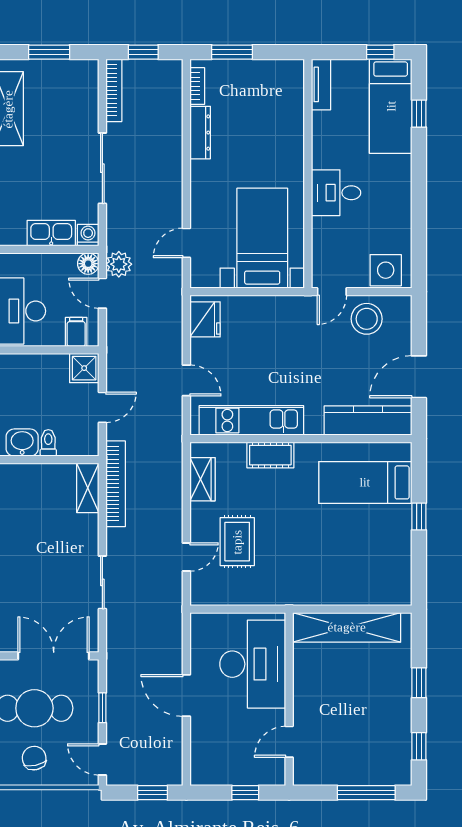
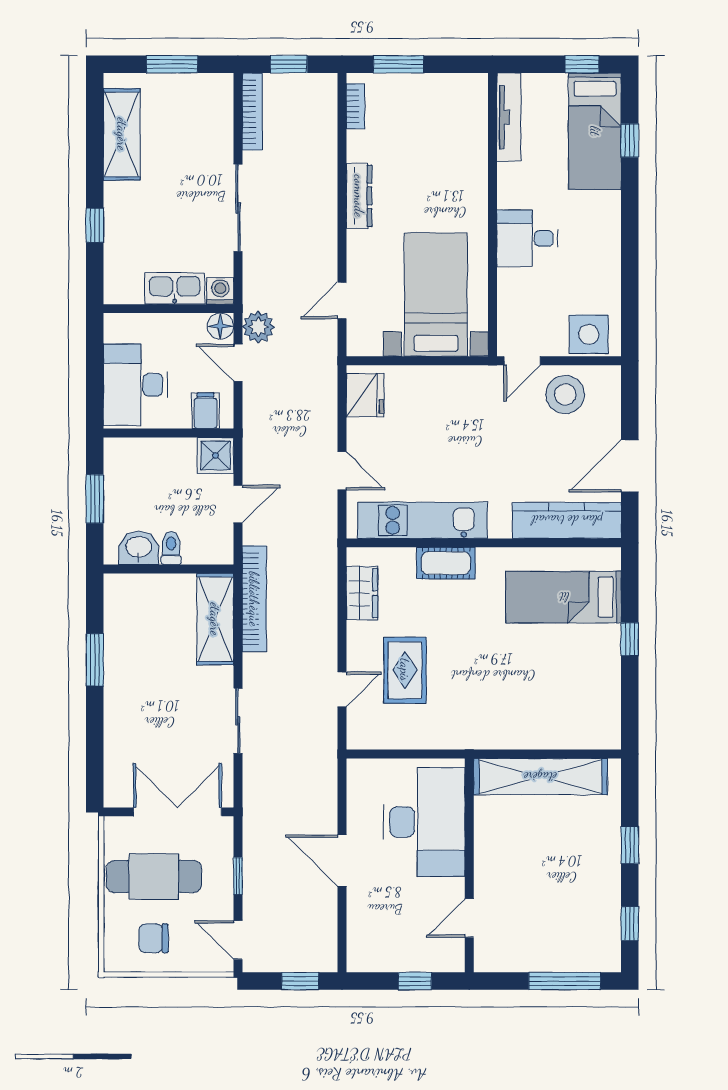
tv unit: (321, 84) -> (509, 117), width x1.41
dresser: (200, 133) -> (359, 196), moved
shelving: (88, 488) -> (215, 619), width x1.50, depth x1.33
chair: (34, 758) -> (154, 938), turned -78

